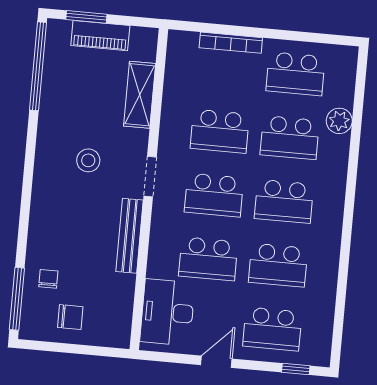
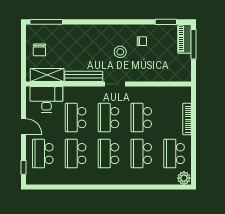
window: (86, 17) -> (193, 44), width x1.44
piano: (100, 36) -> (184, 39), moved
window: (38, 66) -> (166, 22), width x0.47
shelving: (140, 95) -> (47, 75), moved
plant: (339, 121) -> (184, 178), moved
chair: (48, 279) -> (142, 41), moved

